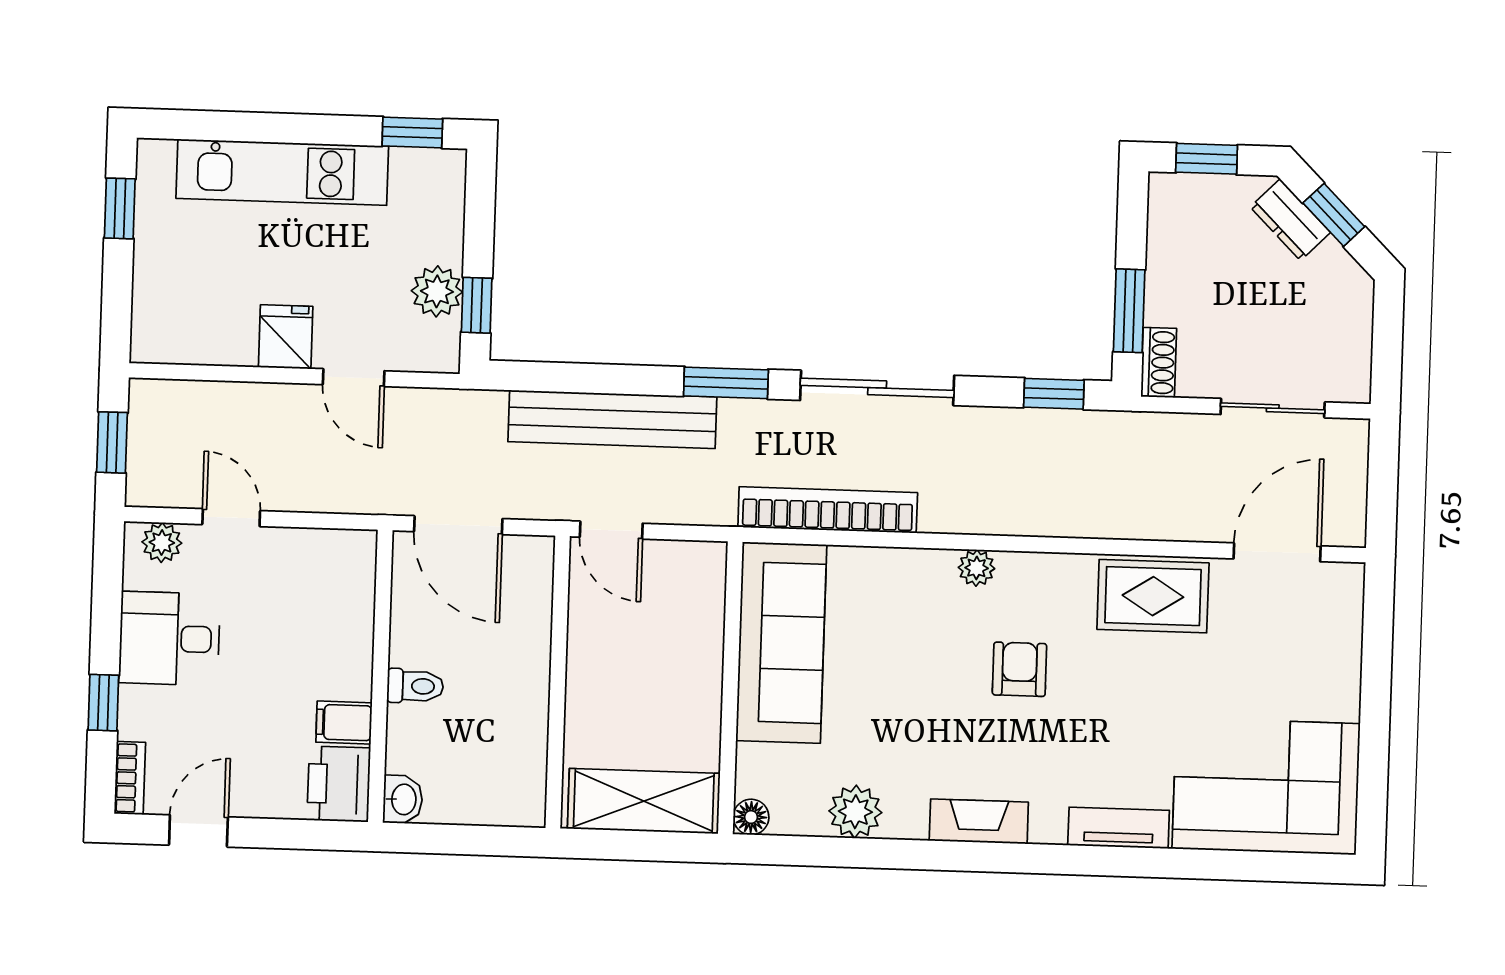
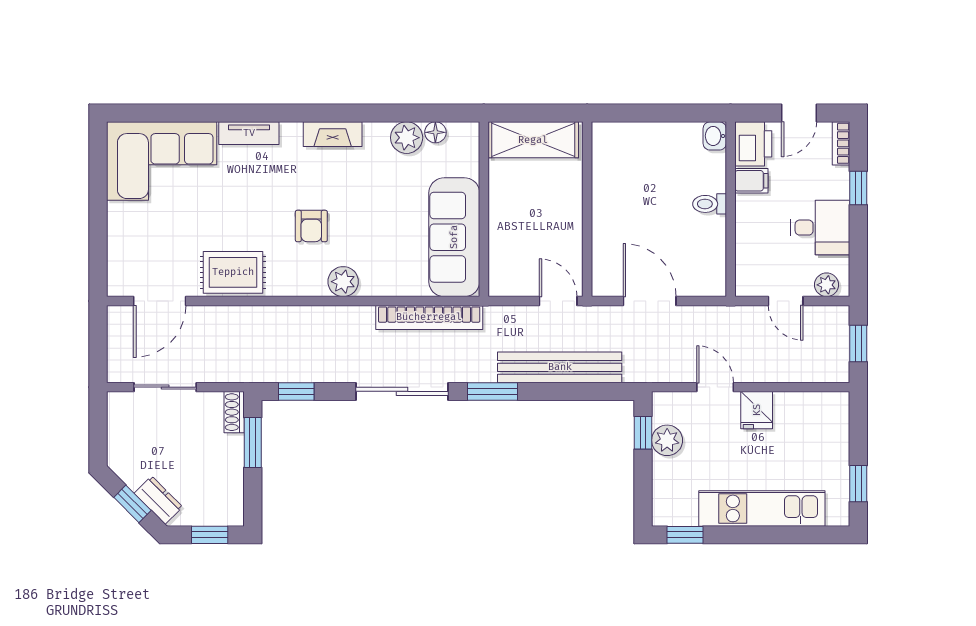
plant: (977, 568) -> (343, 282), width x1.38, depth x1.38
wall: (380, 676) -> (731, 209), moved
toilet: (415, 686) -> (710, 204), moved
filing cabinet: (344, 723) -> (751, 181), moved
printer: (339, 784) -> (753, 144), moved
washbasin: (403, 799) -> (715, 136), moved
floor lamp: (751, 817) -> (435, 132), moved

